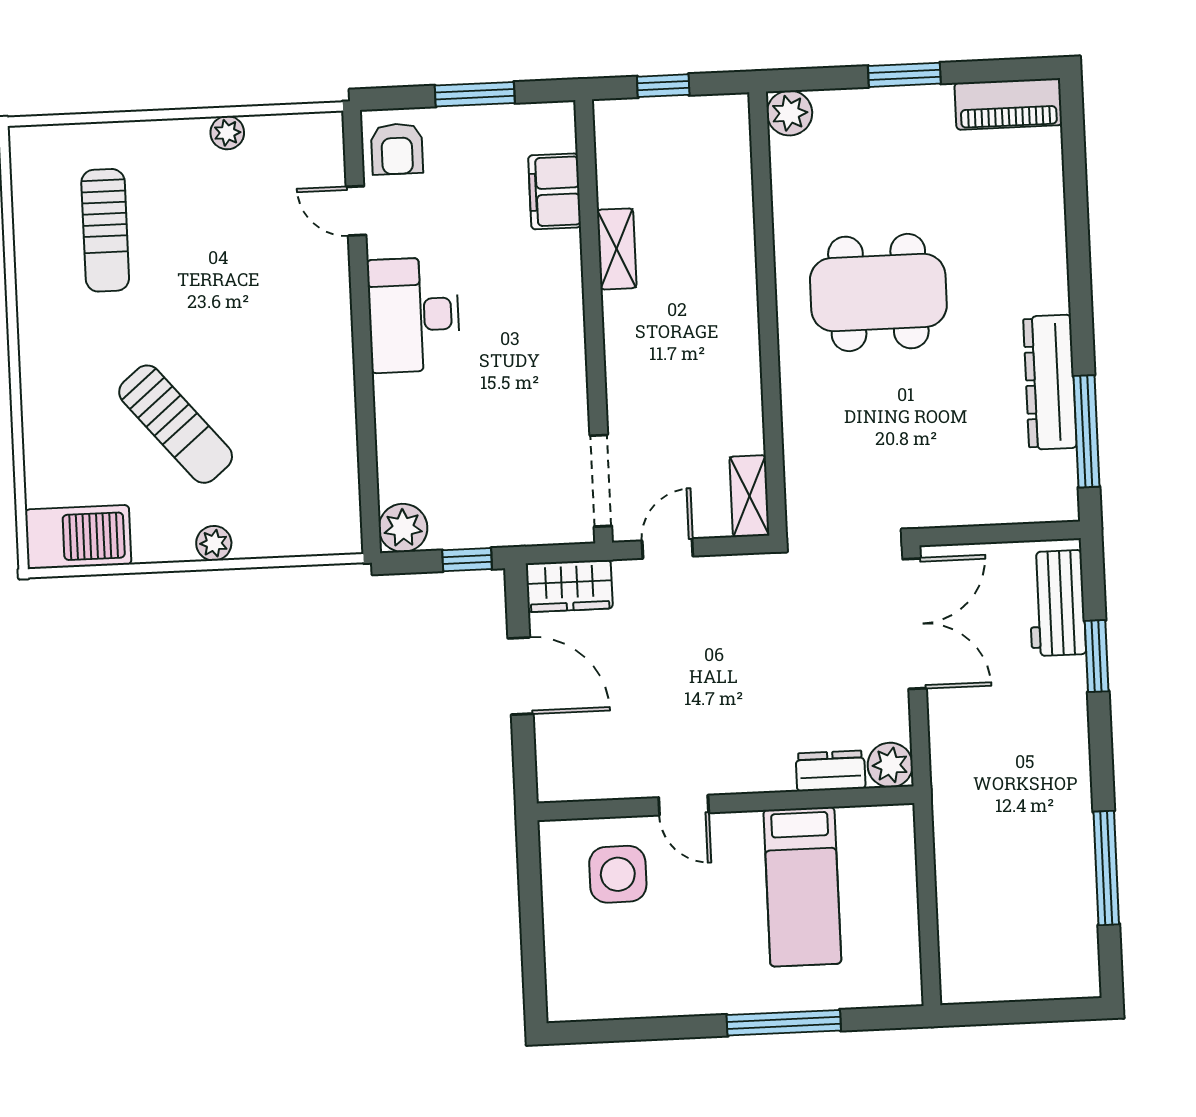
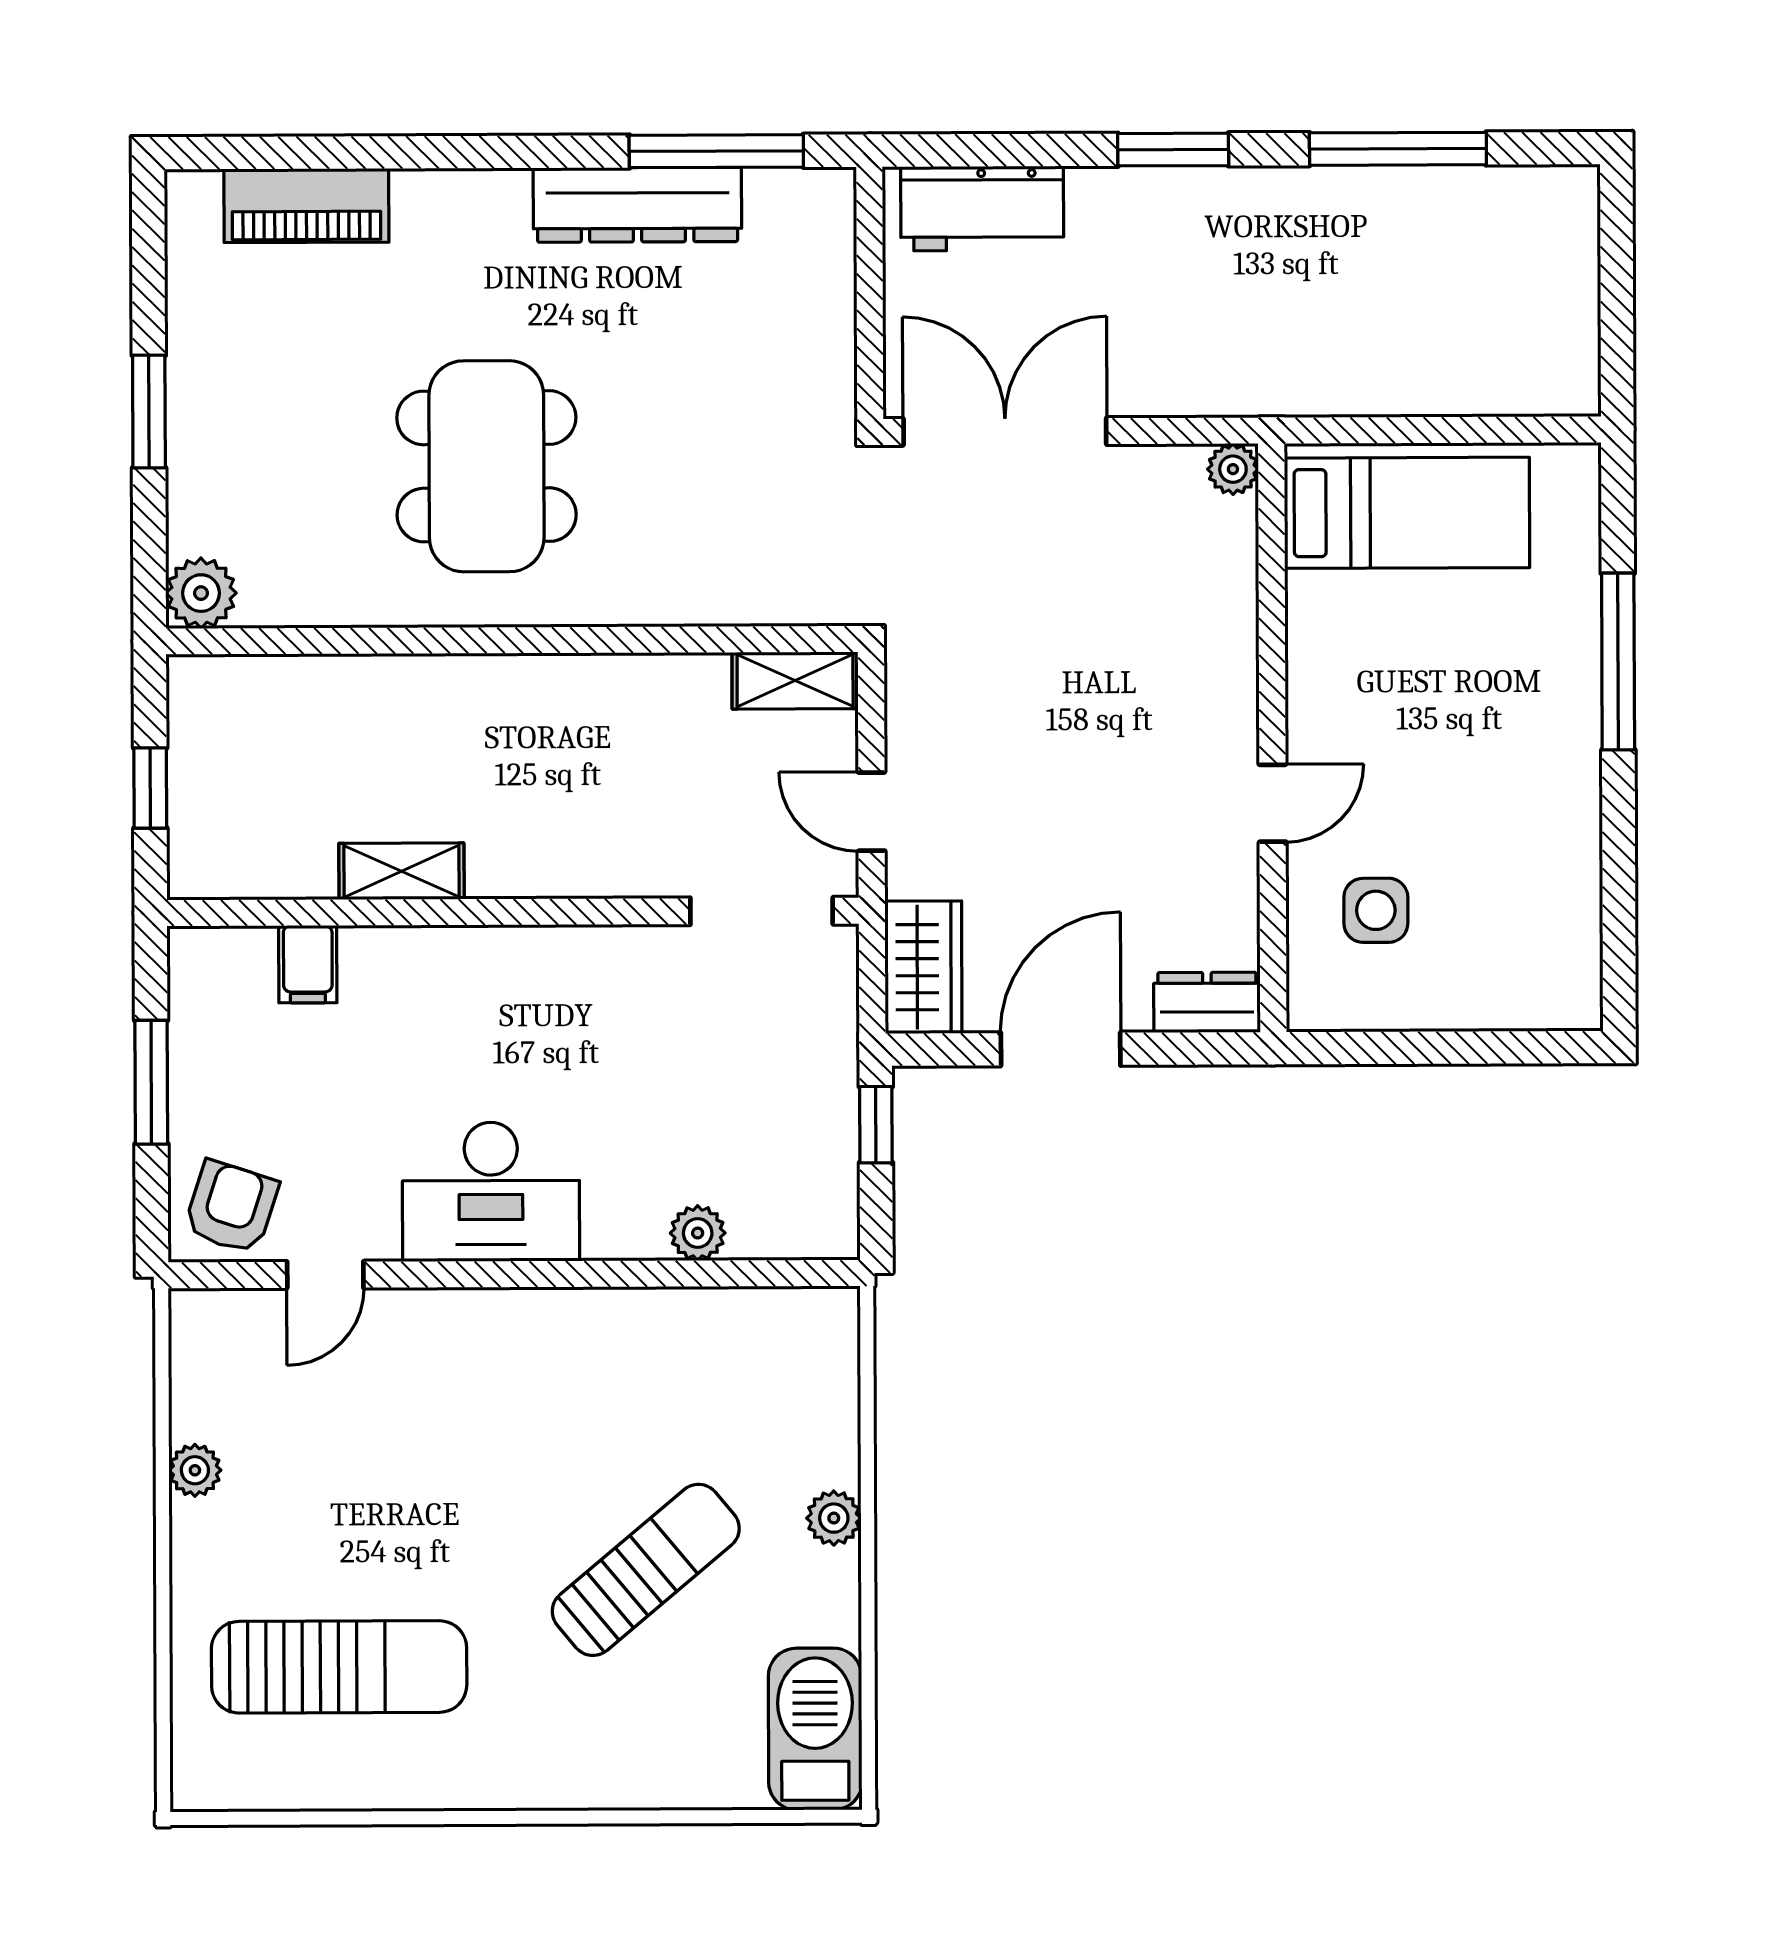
piano: (1008, 104) -> (306, 206), moved, turned 90
armchair: (397, 149) -> (231, 1207), turned -72
filing cabinet: (555, 191) -> (308, 964), width x0.50
sun lounger: (105, 230) -> (339, 1667), width x1.36, depth x1.34
plant: (403, 528) -> (698, 1233), moved, width x0.73, depth x0.73
window: (1097, 656) -> (1173, 150), moved
plant: (890, 765) -> (1233, 469), width x0.73, depth x0.73
dresser: (830, 771) -> (1207, 1002), moved, turned 90
side table: (618, 874) -> (1376, 910), width x0.73, depth x0.73
bed: (802, 887) -> (1407, 513), moved

